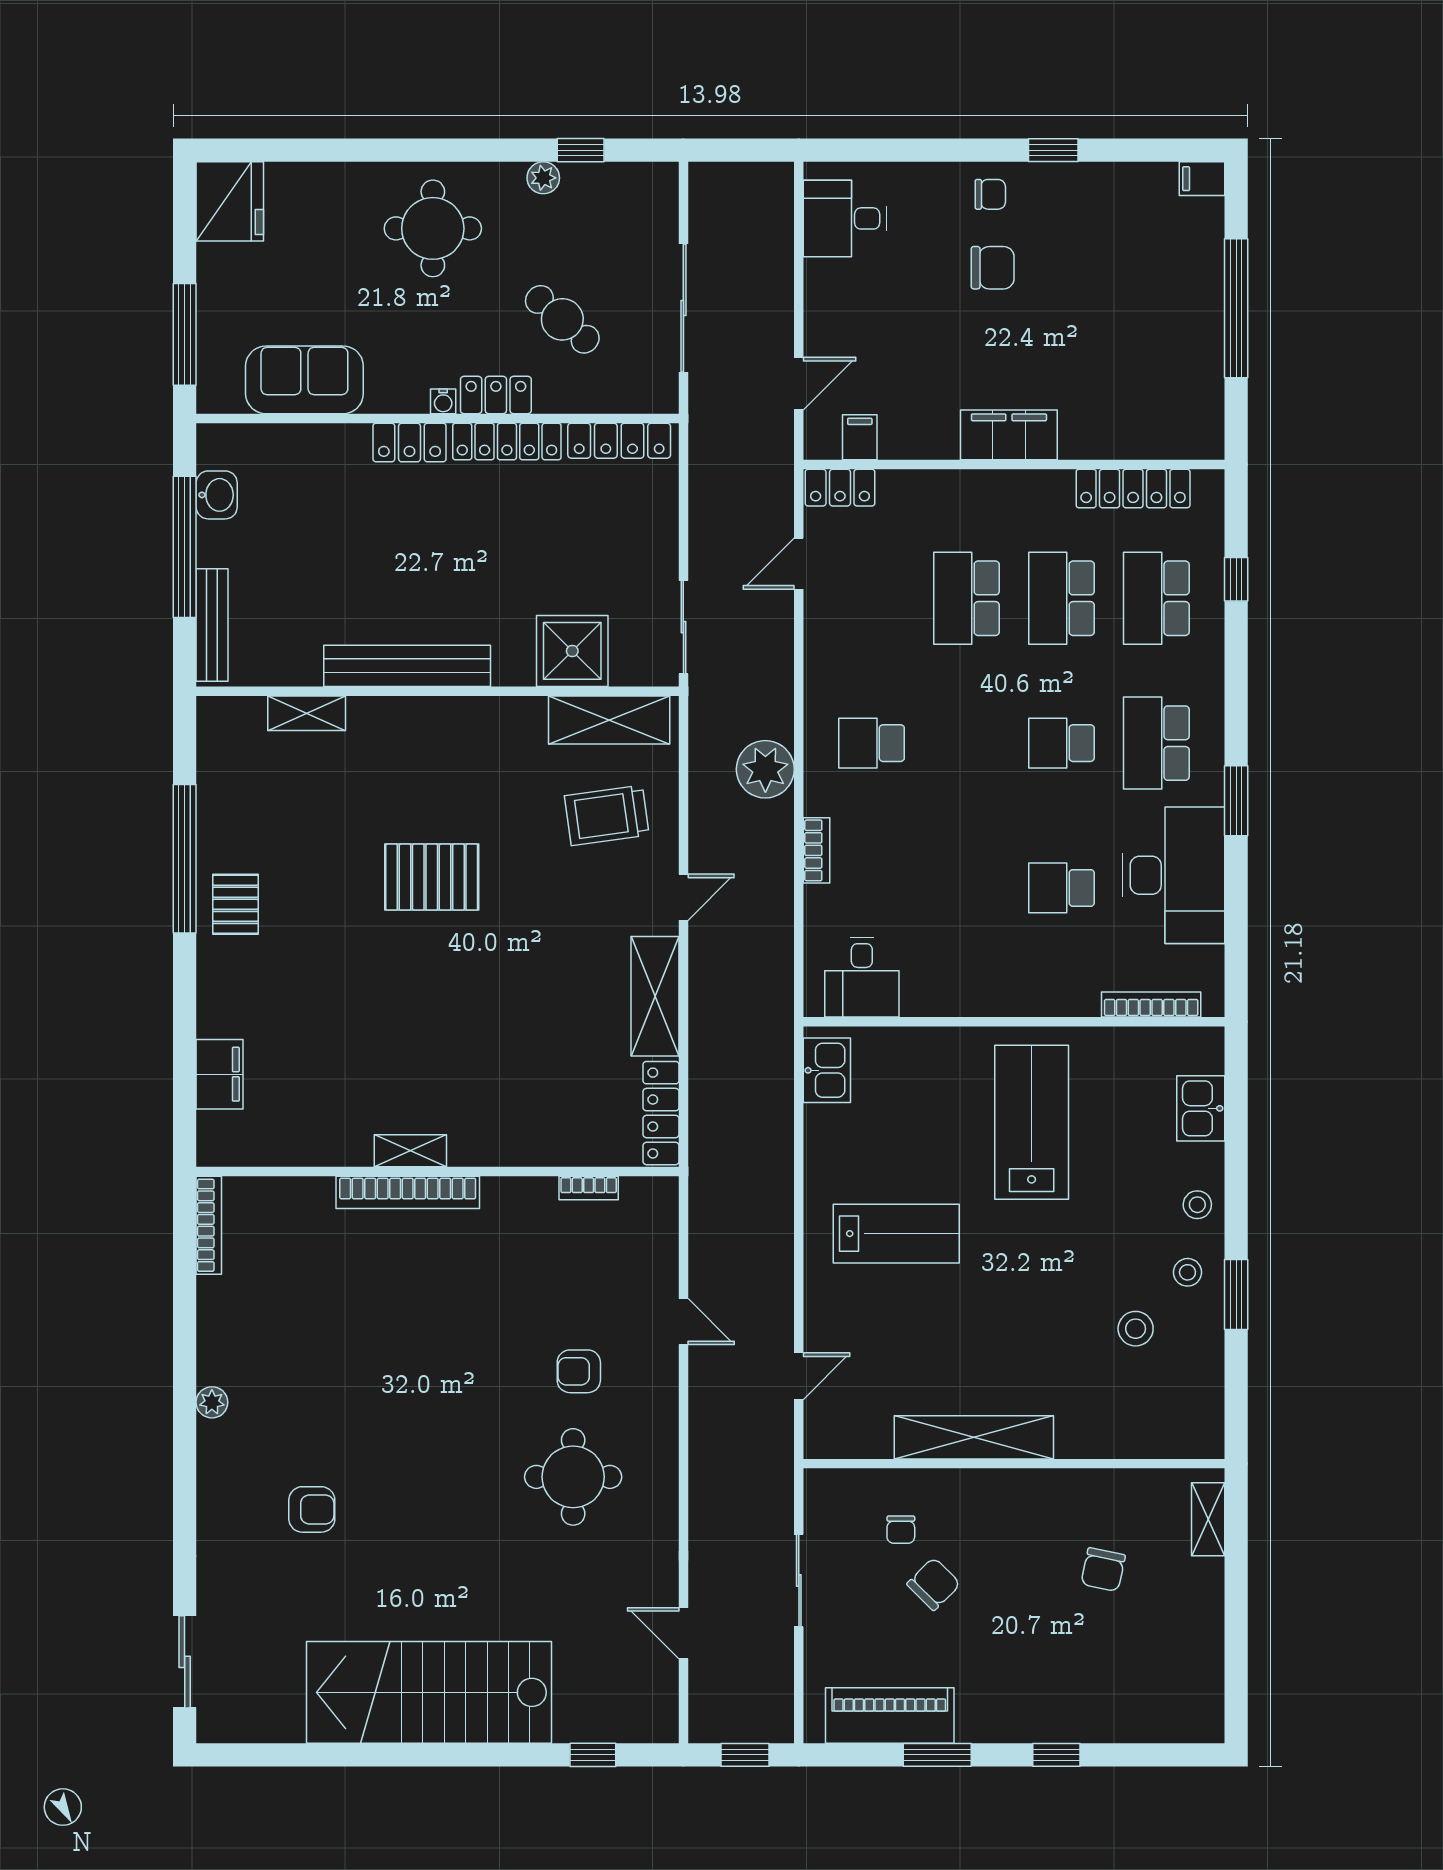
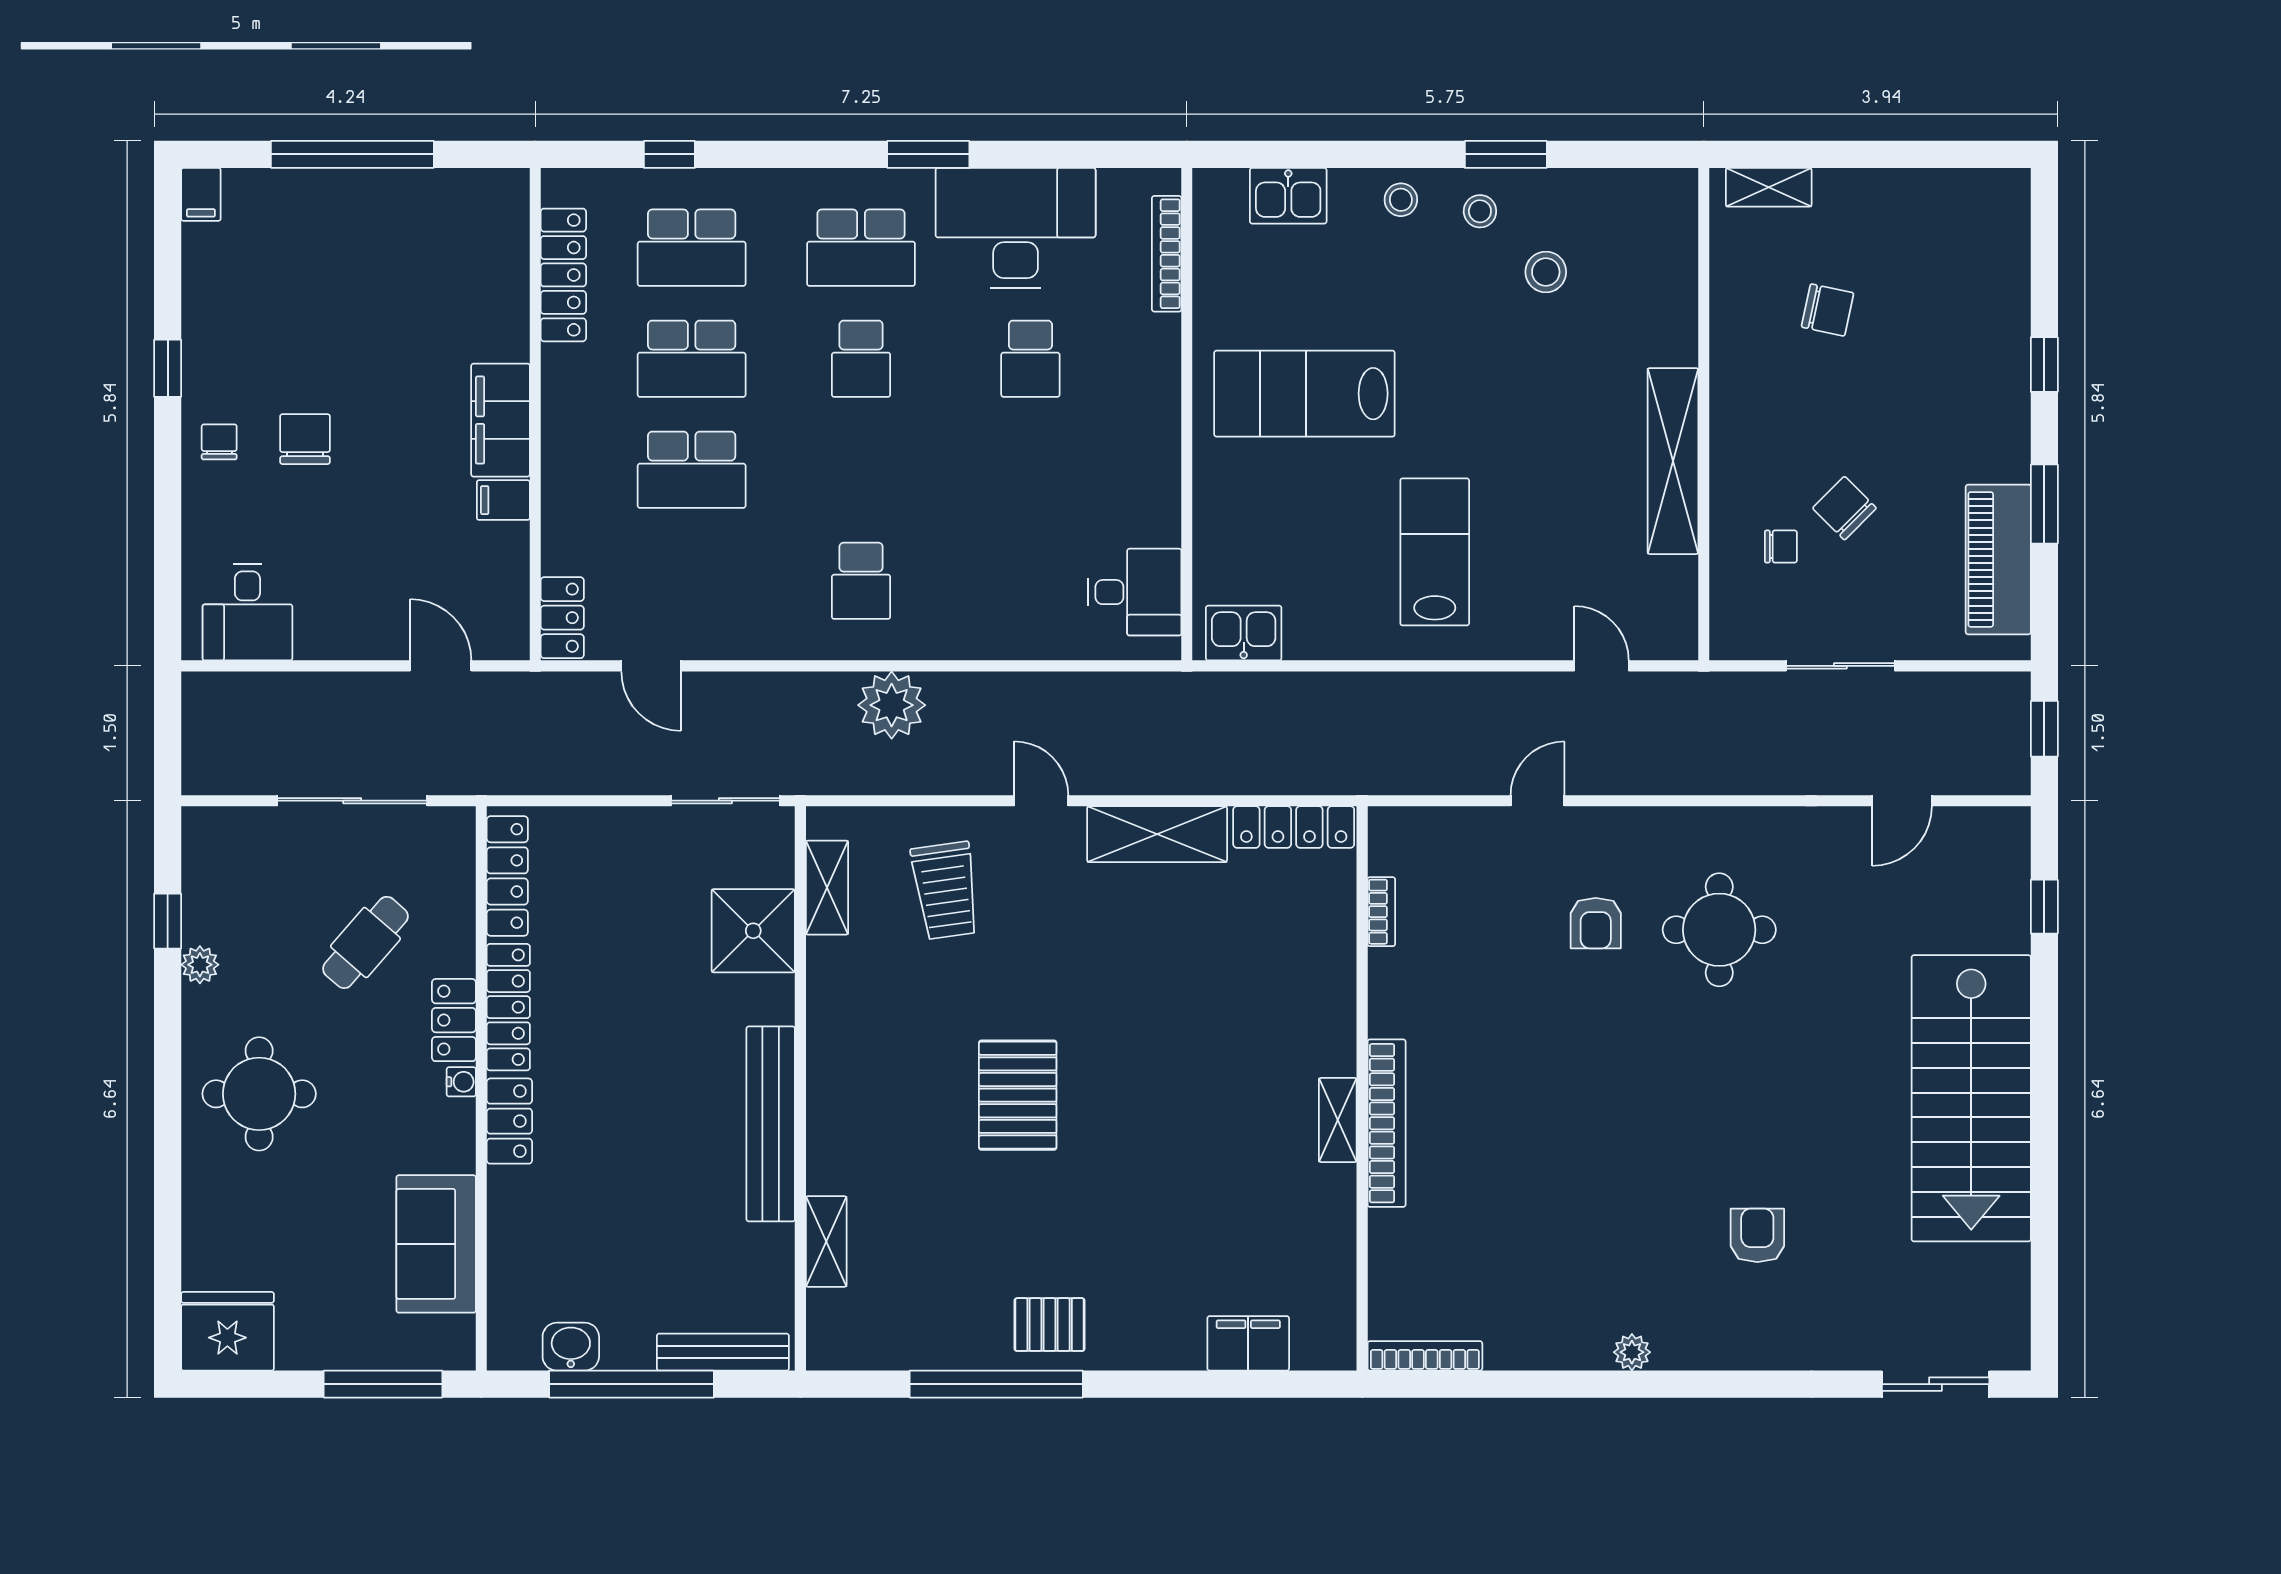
filing cabinet: (860, 437) -> (503, 500), moved
shelving: (609, 720) -> (827, 888), width x0.67, depth x0.75
bookcase: (816, 850) -> (987, 645), removed

